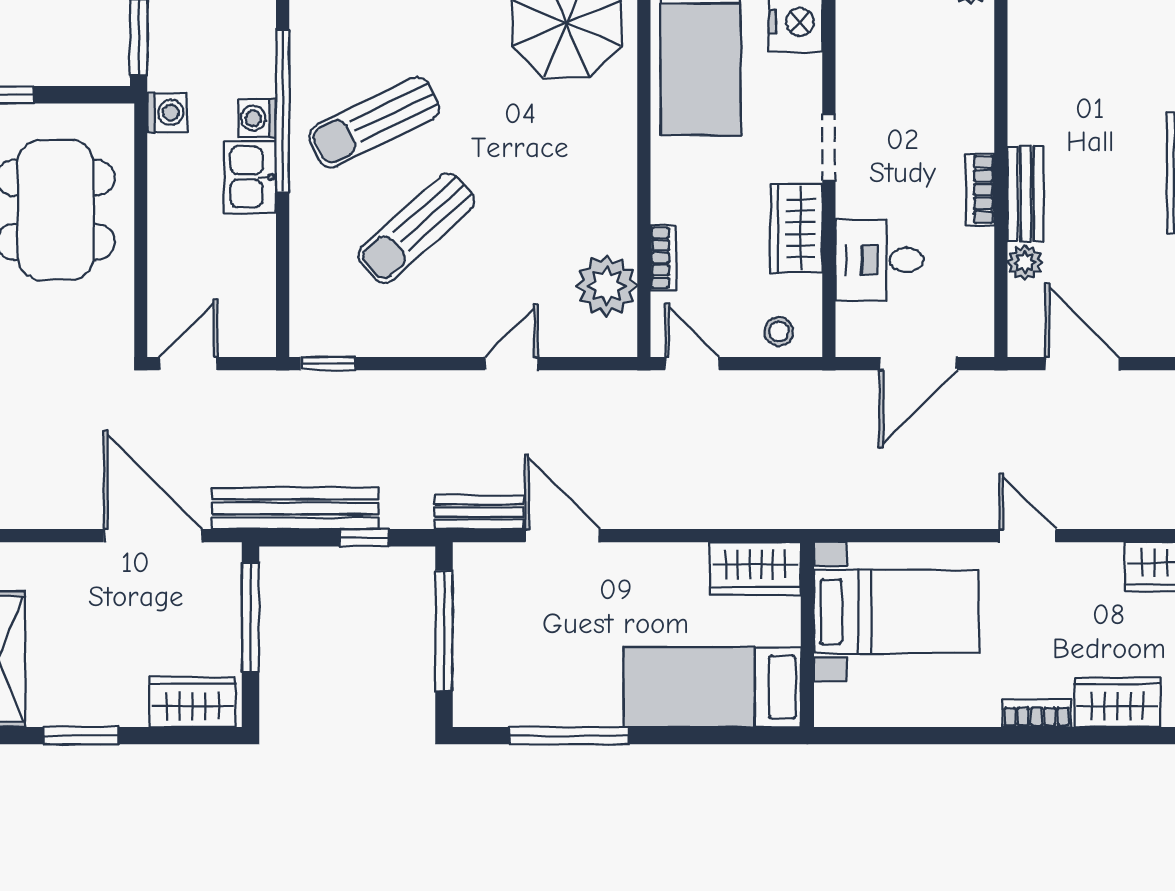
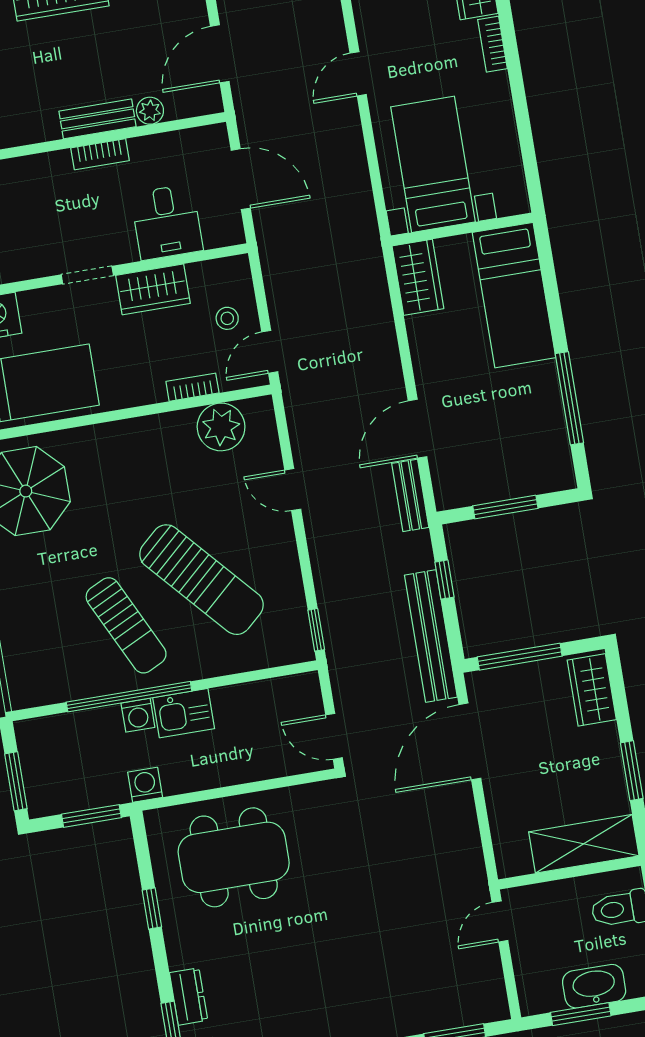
sun lounger: (416, 228) -> (201, 580), width x1.36, depth x1.34
stool: (779, 331) -> (227, 318), moved
window: (444, 631) -> (505, 507), width x0.69

